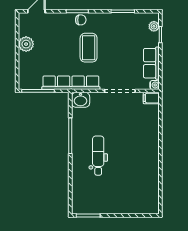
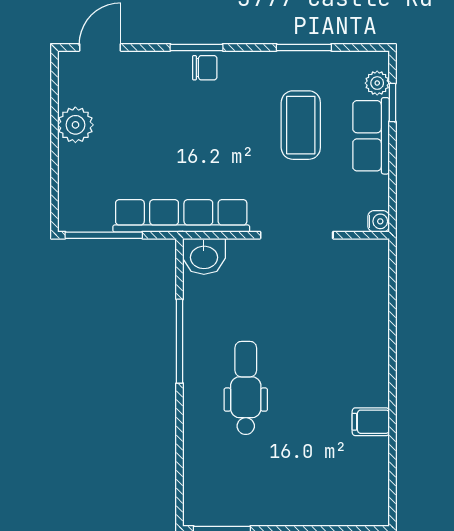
coffee table: (89, 48) -> (301, 125), moved
row of seats: (151, 63) -> (371, 136), moved
filing cabinet: (151, 98) -> (371, 422), moved

